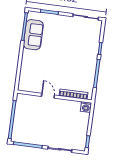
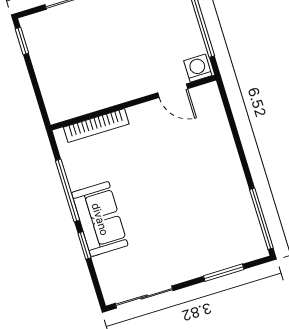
sofa: (33, 35) -> (100, 219), moved, turned 180
door: (48, 96) -> (173, 91), moved
washing machine: (86, 107) -> (198, 68), moved

